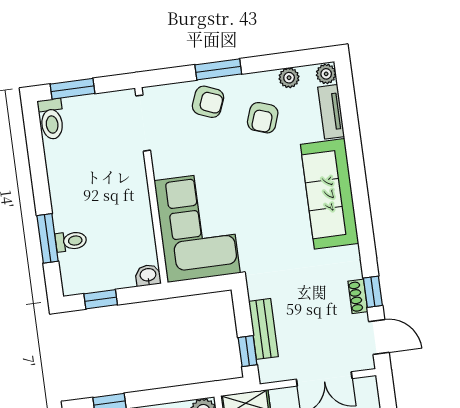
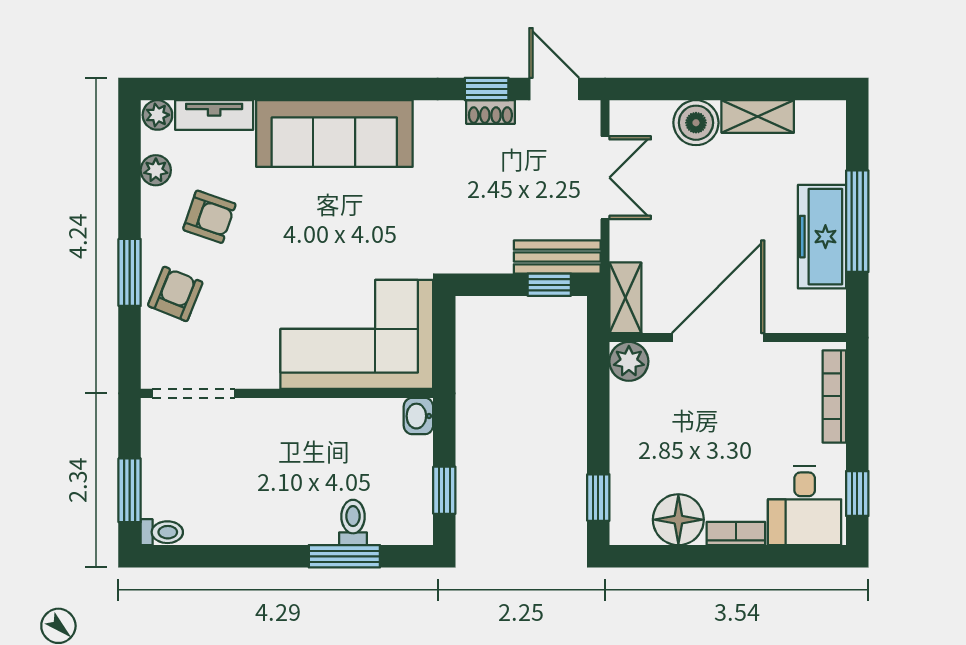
toilet: (51, 119) -> (162, 532), width x0.73, depth x0.72
bench: (263, 329) -> (557, 257), moved
door: (379, 337) -> (554, 89), hinge flipped

